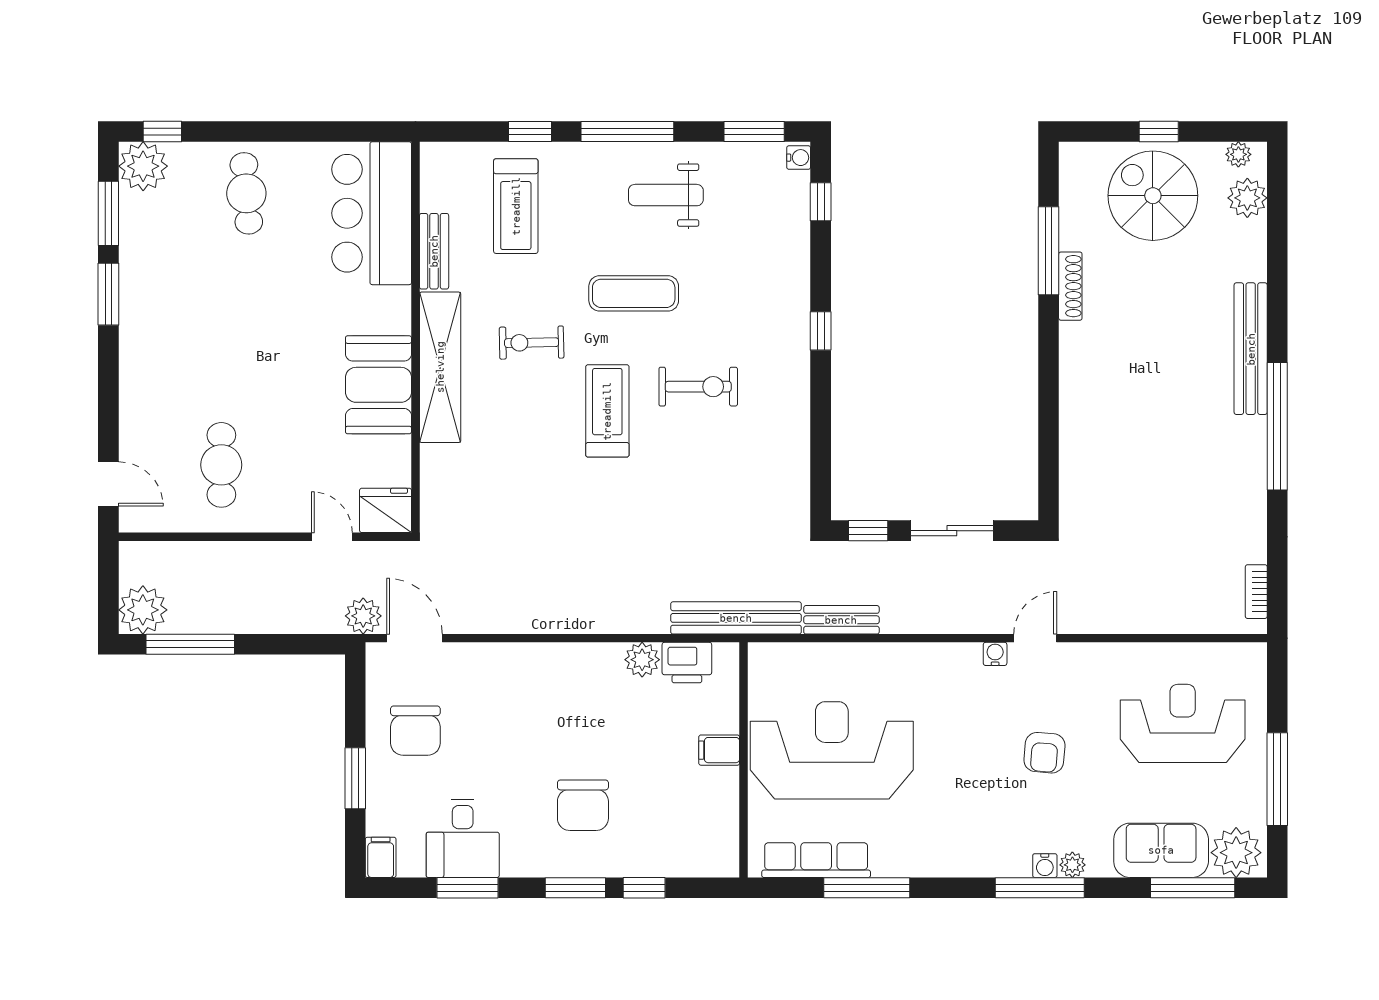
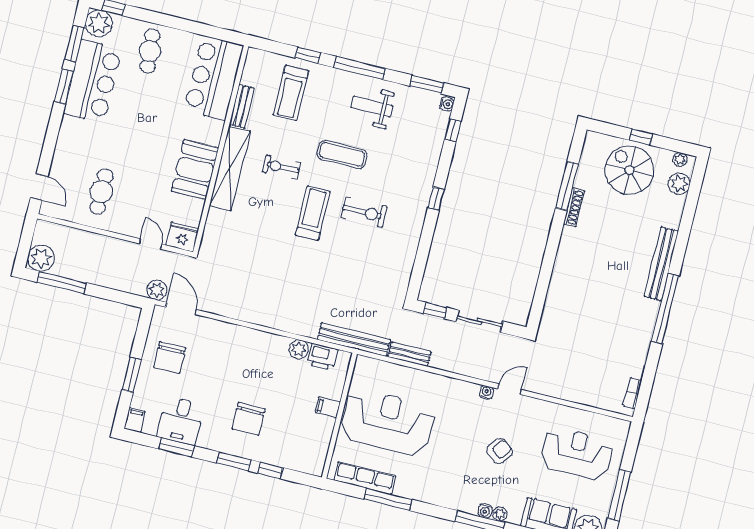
bar counter: (158, 272) -> (93, 81), added
armchair: (1044, 753) -> (500, 451), turned -149

